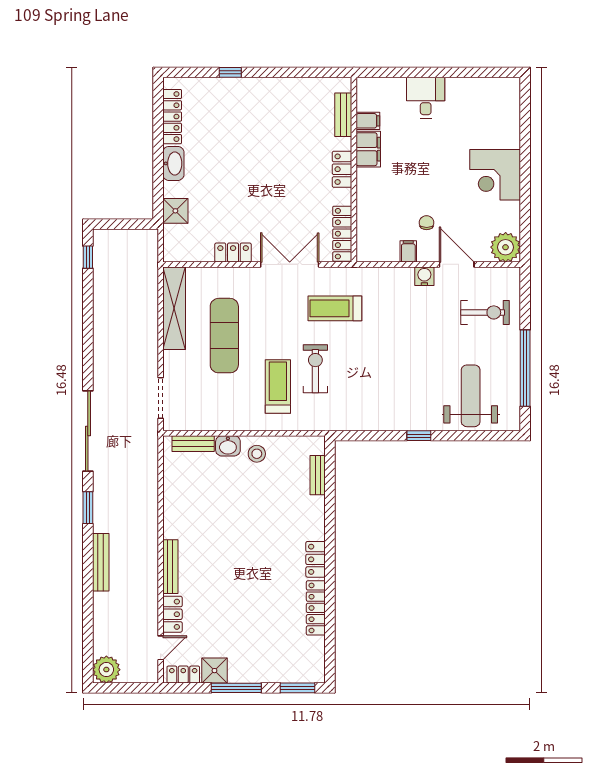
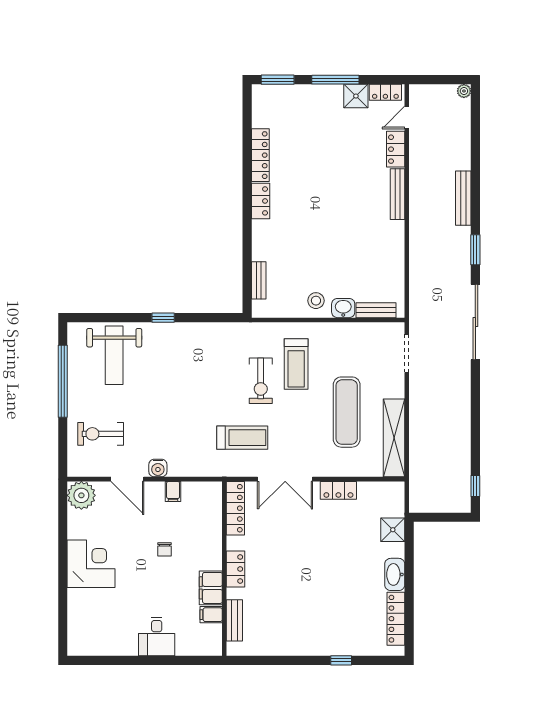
chair: (427, 223) -> (165, 549), moved
plant: (106, 670) -> (464, 91), width x0.53, depth x0.53

